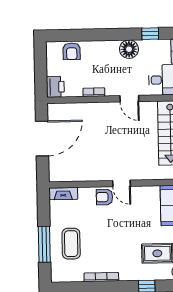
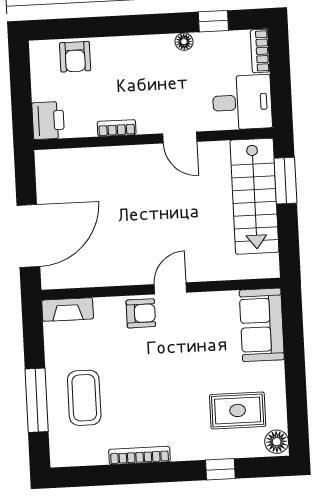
floor lamp: (129, 49) -> (184, 42), width x0.53, depth x0.53
door: (42, 138) -> (28, 236), moved
door: (121, 183) -> (170, 288), swing flipped
armchair: (104, 197) -> (141, 313), turned 180

